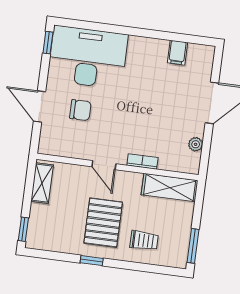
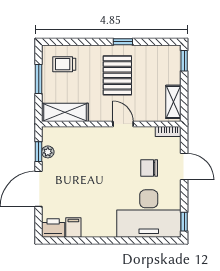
printer: (201, 55) -> (53, 228), added
window: (206, 146) -> (39, 152), added
bookcase: (142, 161) -> (168, 131), moved
trolley: (144, 240) -> (64, 64), moved
window: (193, 246) -> (39, 79), moved

